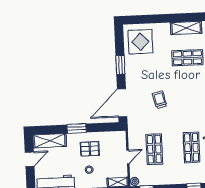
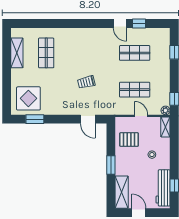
window: (120, 65) -> (35, 119), moved
door: (122, 103) -> (88, 119), width x0.53
pallet: (90, 149) -> (129, 140), moved, turned 90

